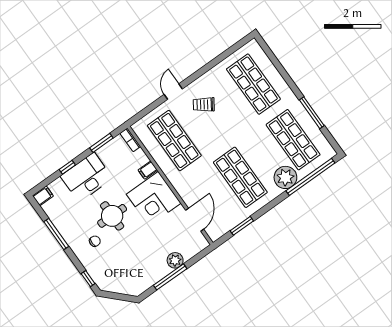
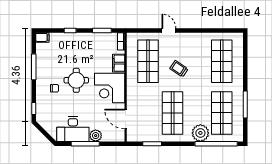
door: (173, 92) -> (169, 30), hinge flipped
trolley: (204, 104) -> (179, 69), moved
filing cabinet: (148, 170) -> (119, 63), width x2.00
desk: (86, 177) -> (73, 129), moved, turned 180
door: (195, 220) -> (126, 119), swing flipped

